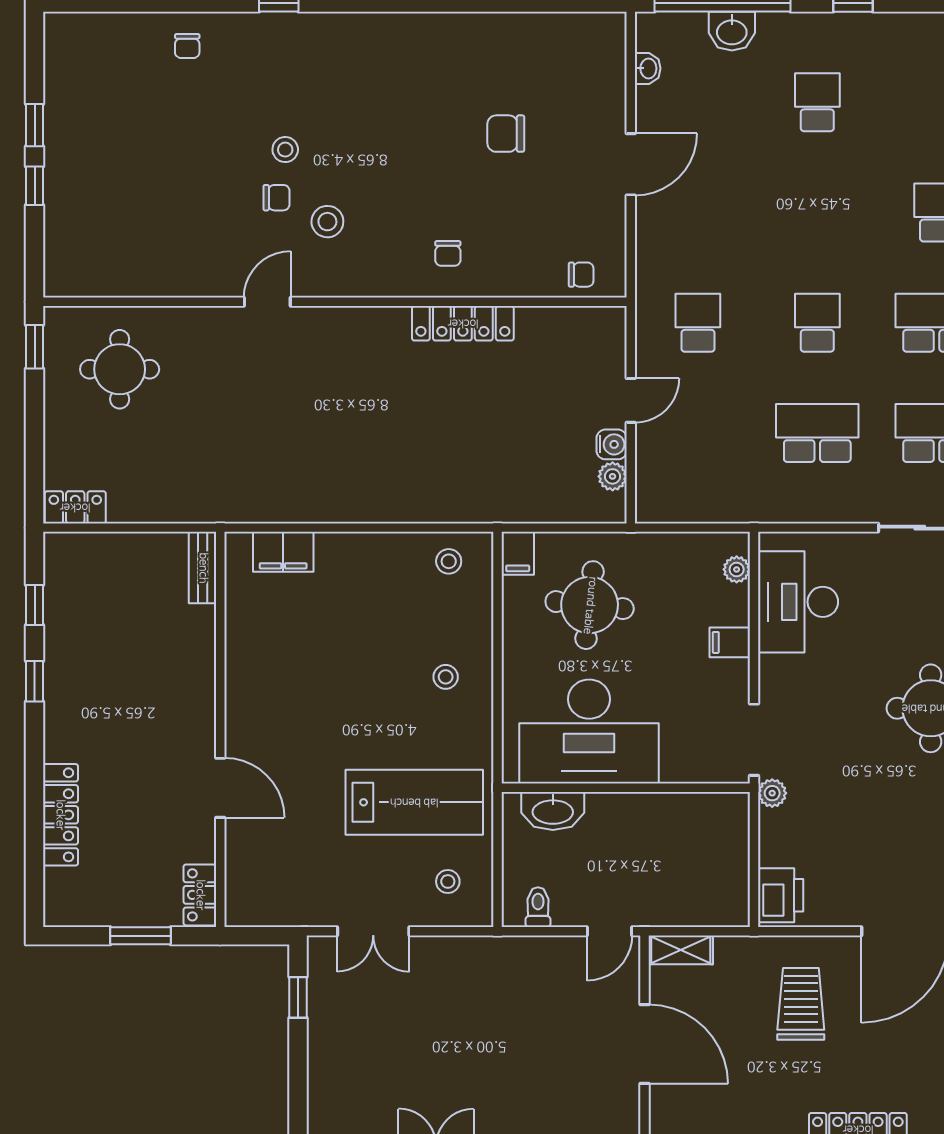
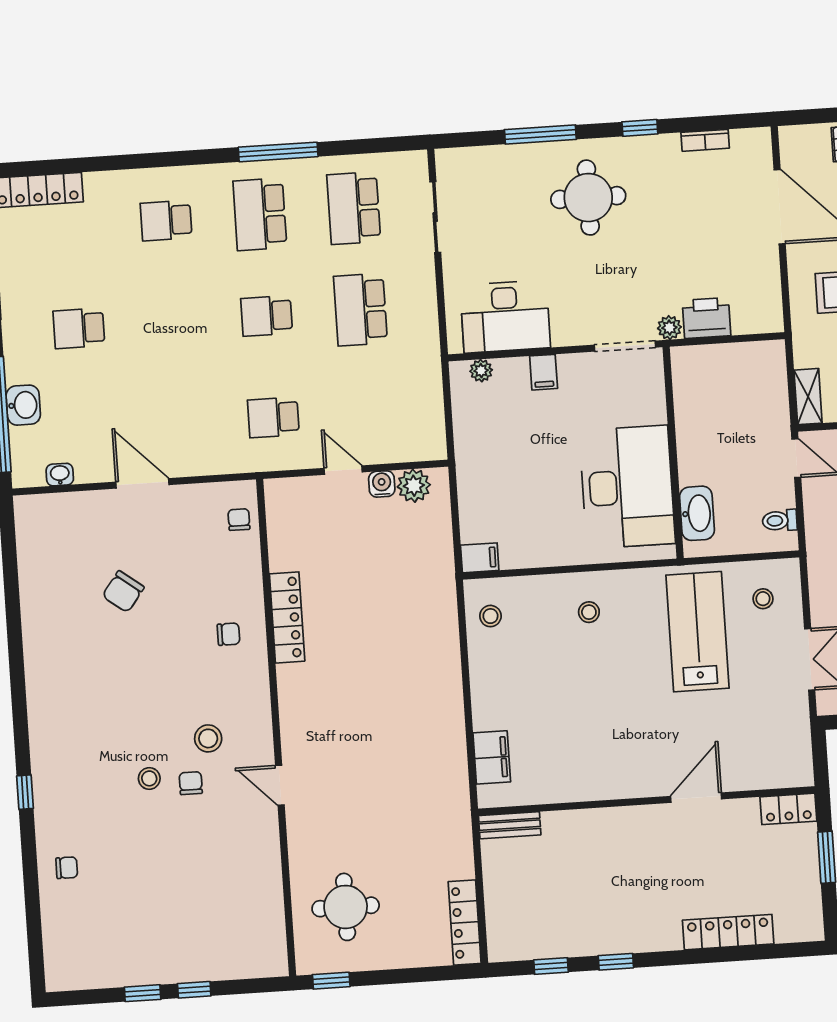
chair: (506, 134) -> (123, 592), turned 37
plant: (613, 476) -> (414, 486), width x1.38, depth x1.38
locker: (75, 507) -> (465, 923), width x1.53
round table: (590, 605) -> (520, 494), removed
printer: (781, 895) -> (706, 318), moved

